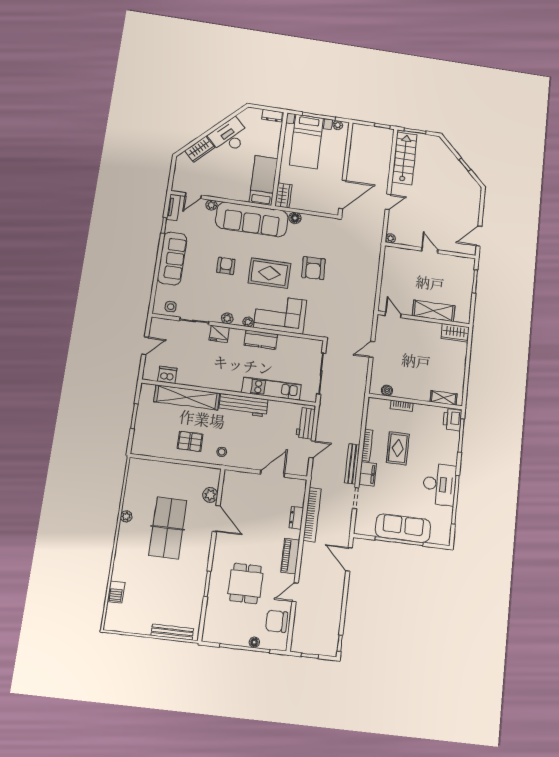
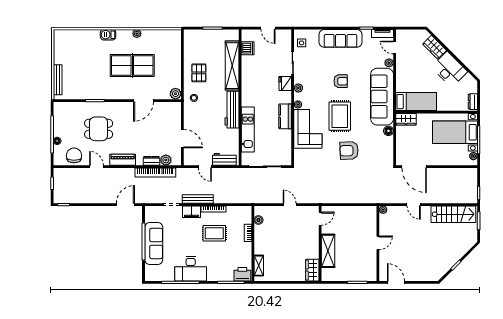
plant: (210, 495) -> (175, 94), moved
plant: (298, 499) -> (166, 160), added
barbecue: (116, 592) -> (108, 35), moved

